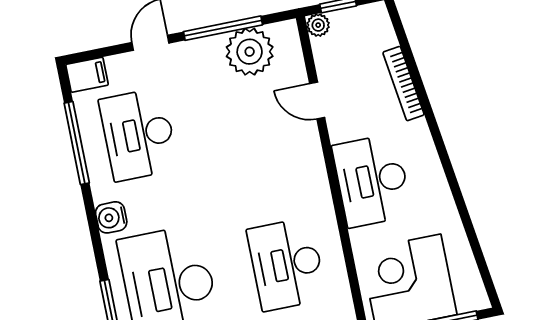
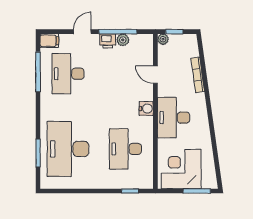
printer: (206, 51) -> (108, 41), added
plant: (250, 52) -> (123, 40), width x0.53, depth x0.53
water cooler: (111, 217) -> (146, 109), moved, turned 180

